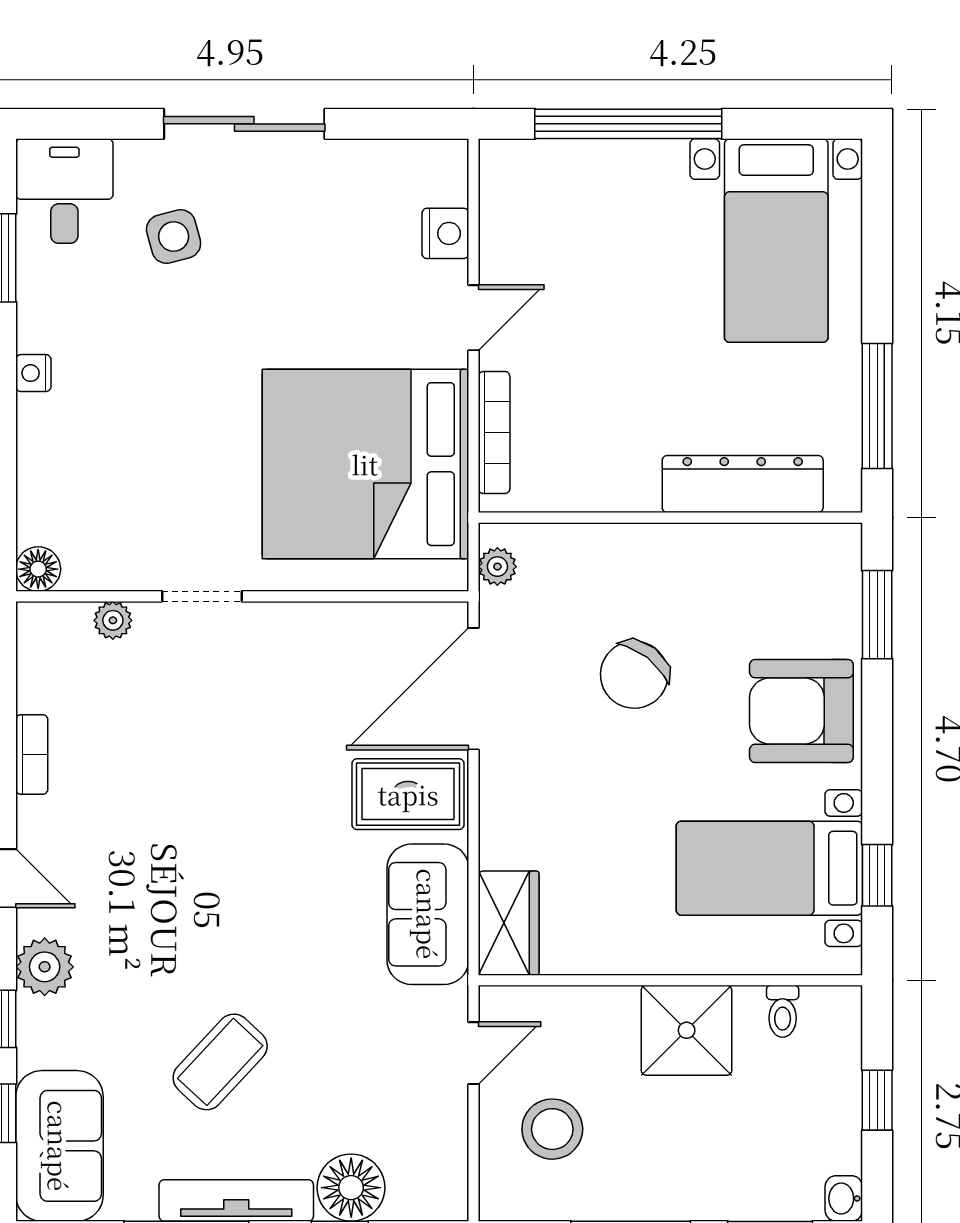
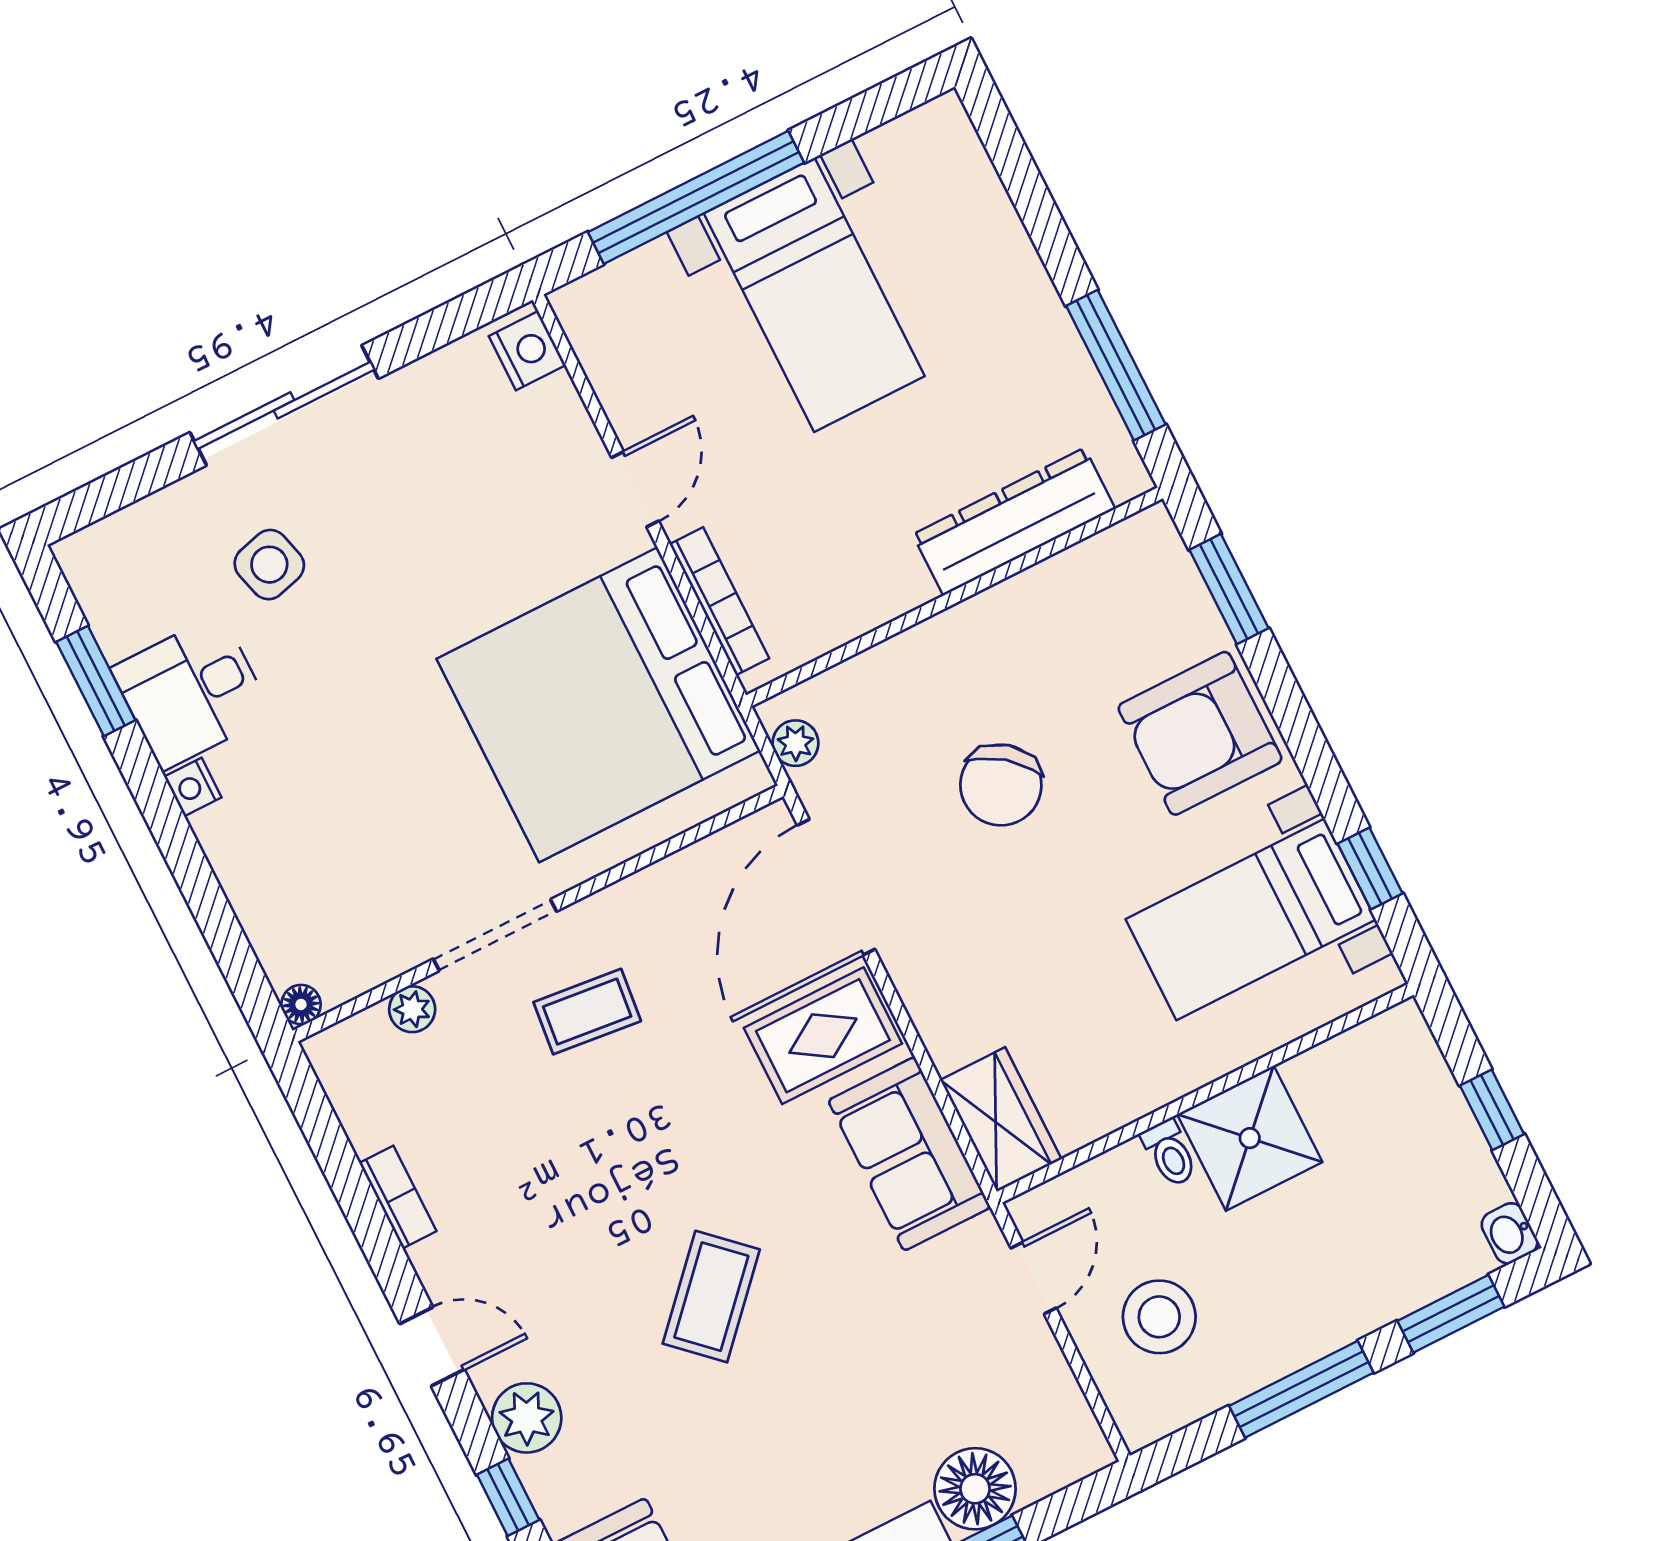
desk: (64, 191) -> (192, 692), moved, turned -90
nightstand: (445, 233) -> (527, 351), moved
bed with nightstands: (776, 241) -> (814, 295), moved
floor lamp: (38, 569) -> (301, 1004), width x0.73, depth x0.73
doorway: (202, 596) -> (495, 935), width x1.38
coffee table: (242, 688) -> (587, 1012), added
toilet: (783, 1011) -> (1170, 1153), moved
coffee table: (220, 1062) -> (711, 1297), moved

